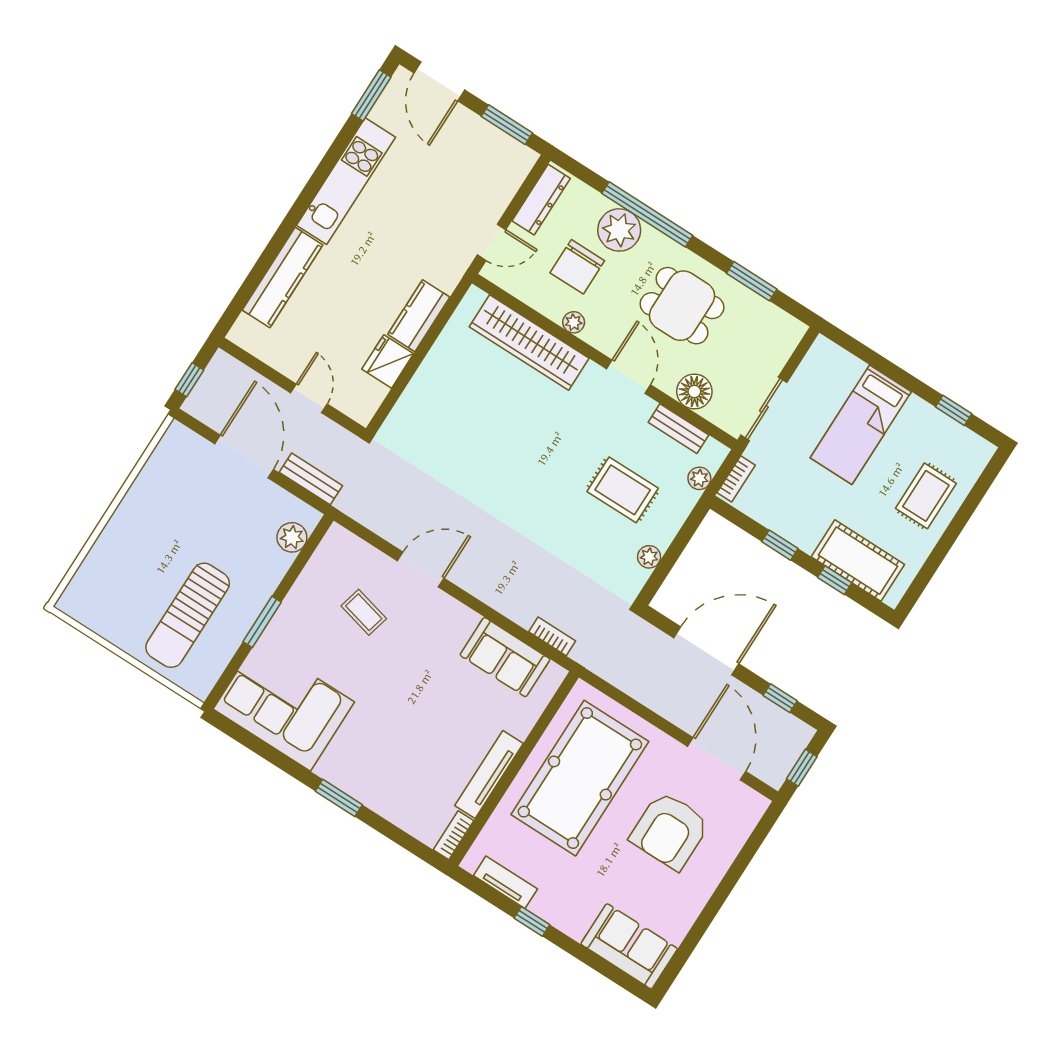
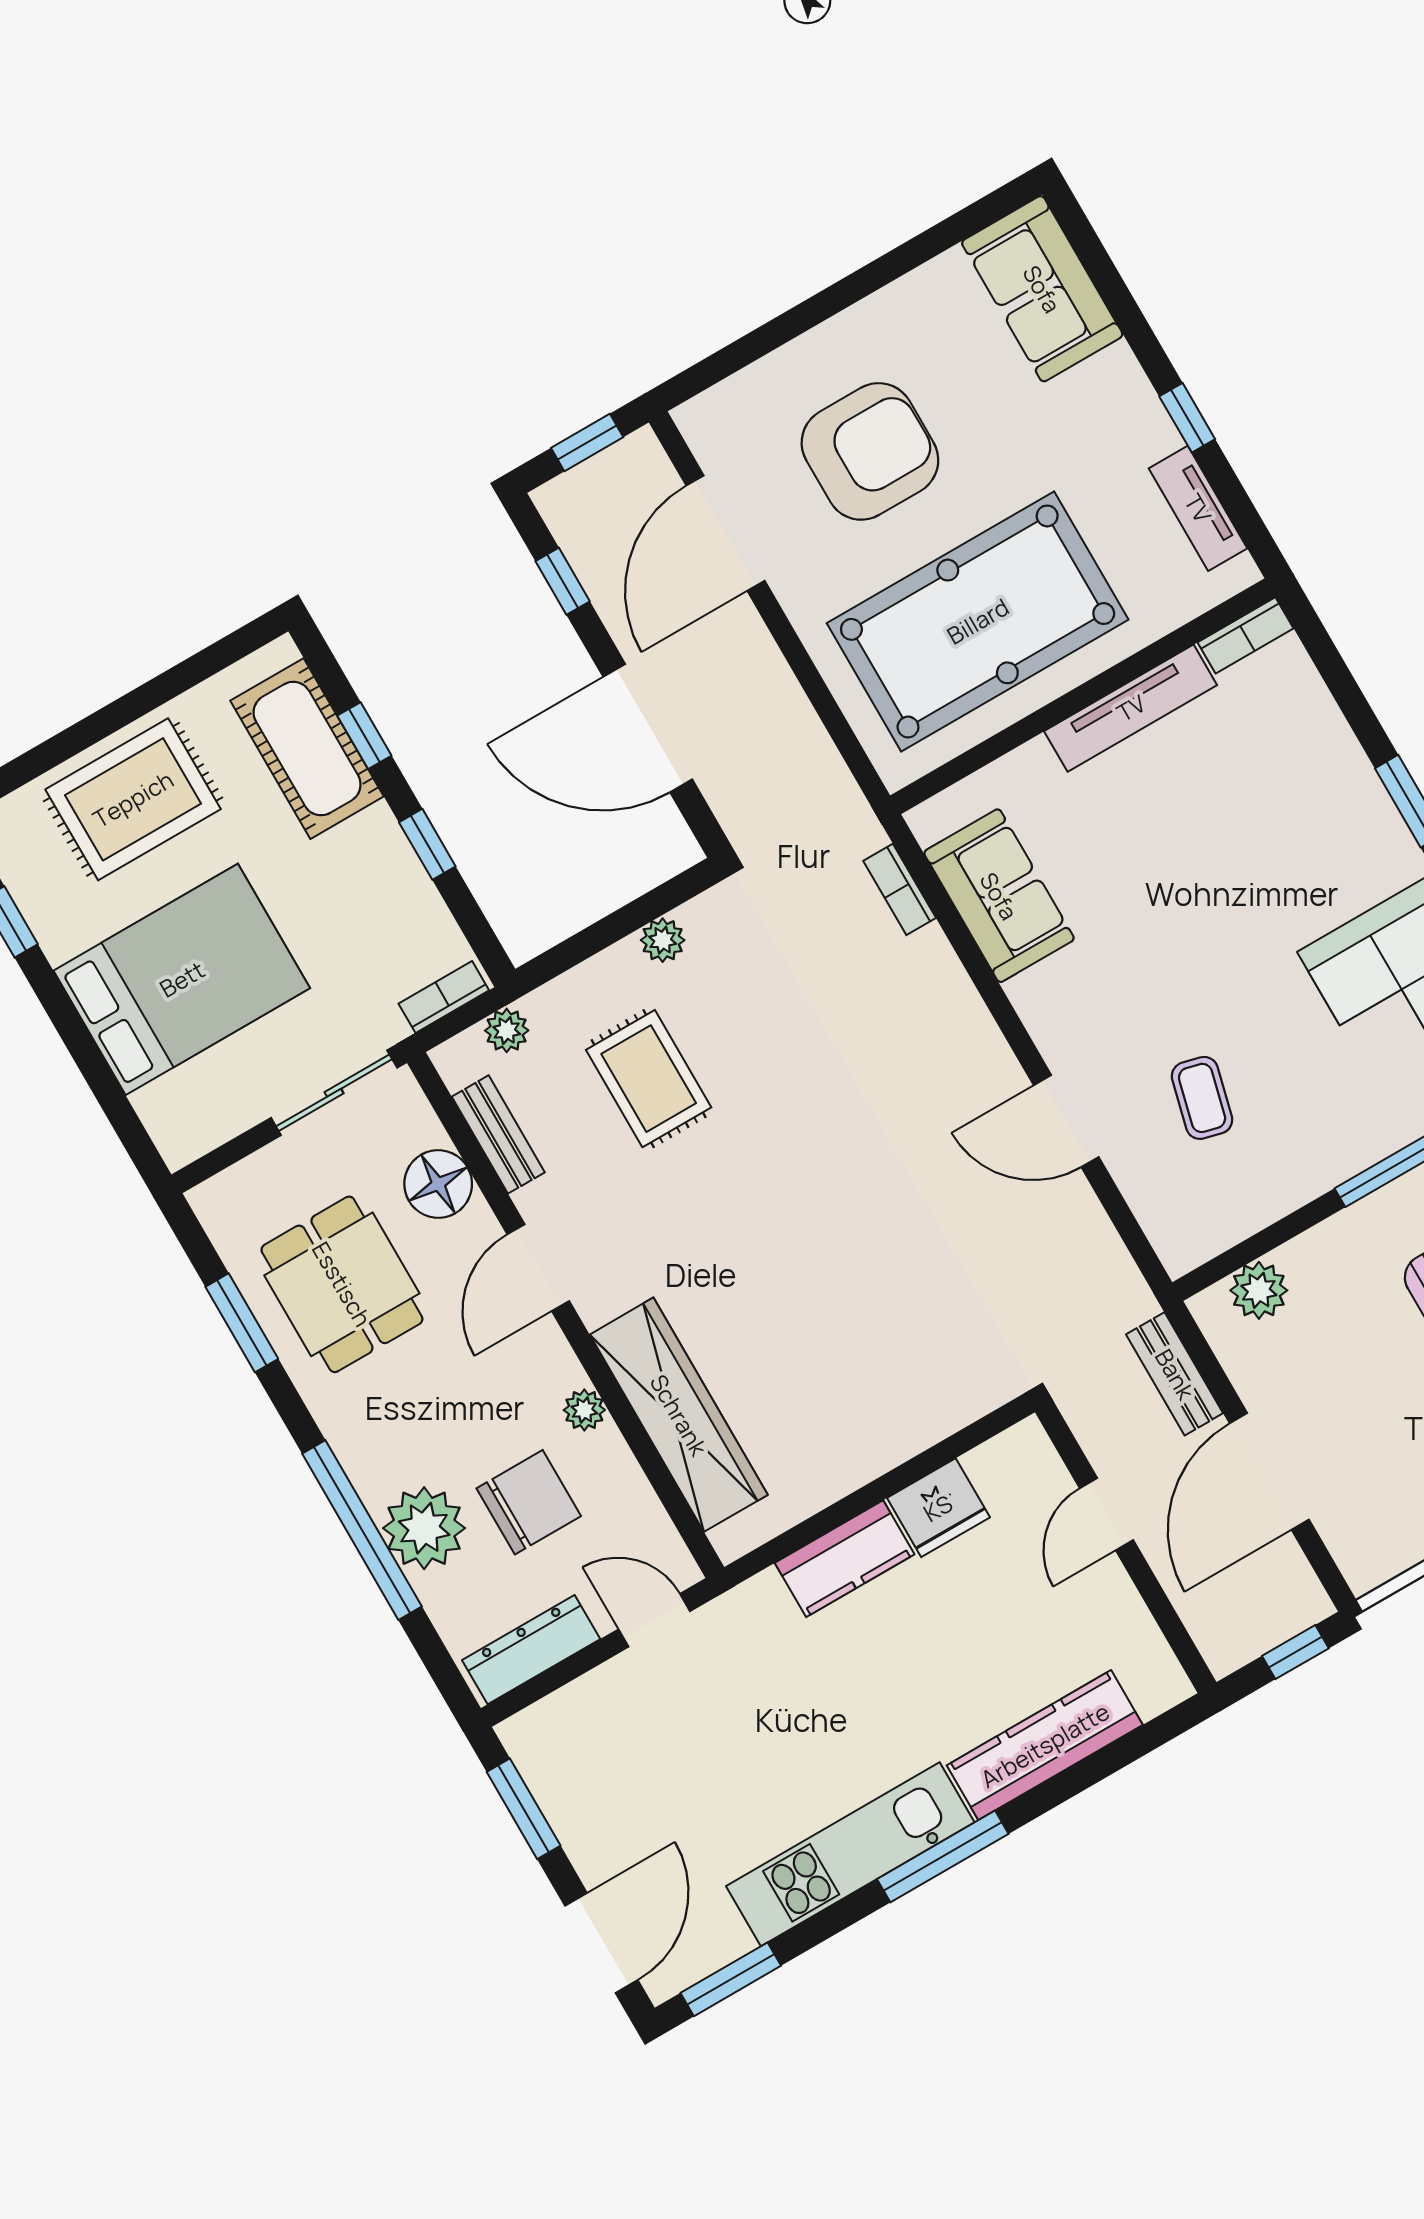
window: (303, 202) -> (943, 1856), added
dining table: (682, 306) -> (342, 1284), moved
bed: (861, 425) -> (182, 979), width x1.50
rug: (926, 496) -> (133, 799), width x1.36, depth x1.43

